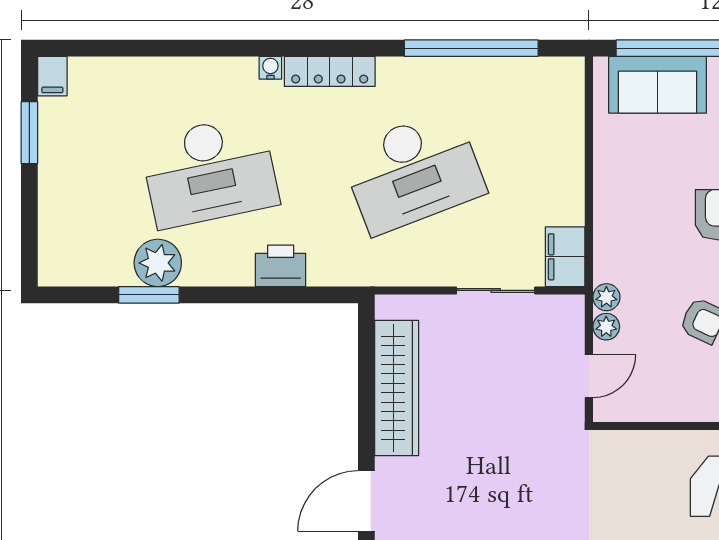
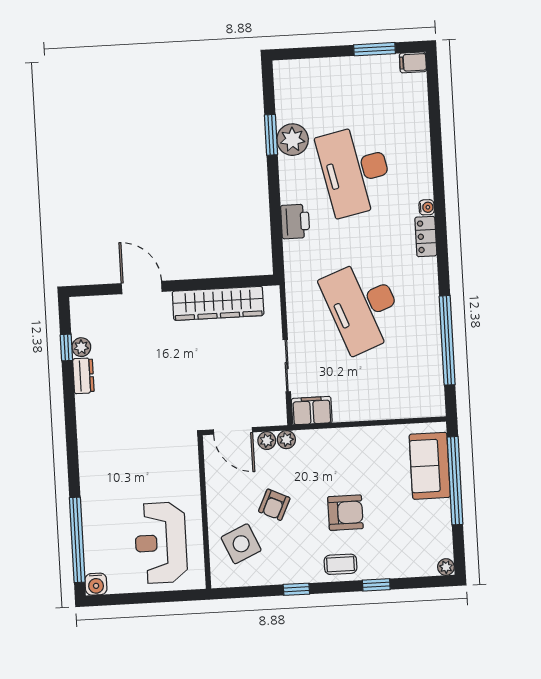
locker: (330, 71) -> (426, 236), width x0.66
door: (589, 376) -> (233, 431), width x1.38

